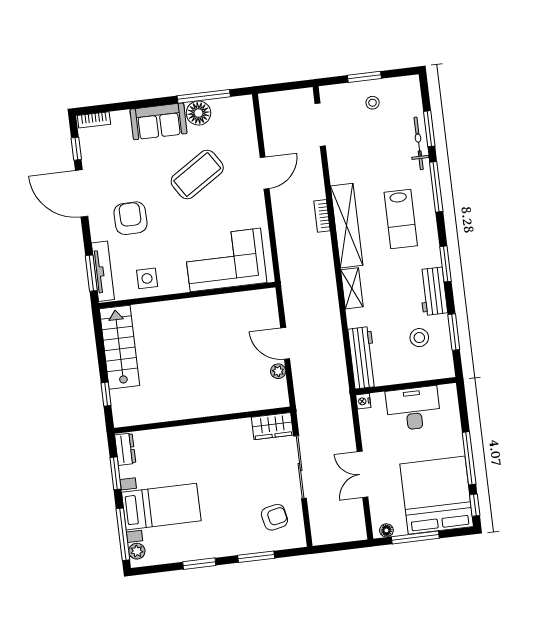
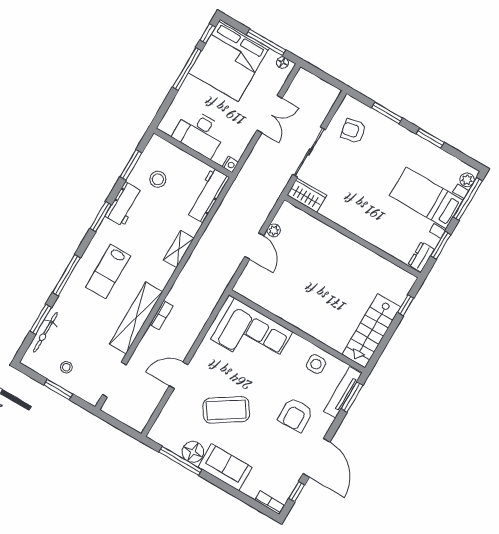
bicycle: (419, 143) -> (45, 332), moved
lab bench: (401, 219) -> (108, 271), turned 180
shelving: (347, 226) -> (136, 318), moved

